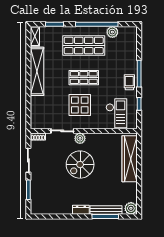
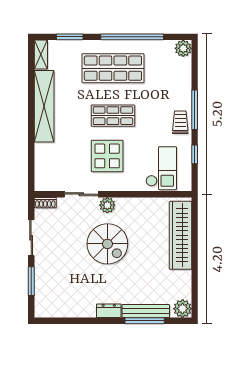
plant: (112, 32) -> (183, 48), moved
spiral stairs: (80, 165) -> (107, 244), turned -90

